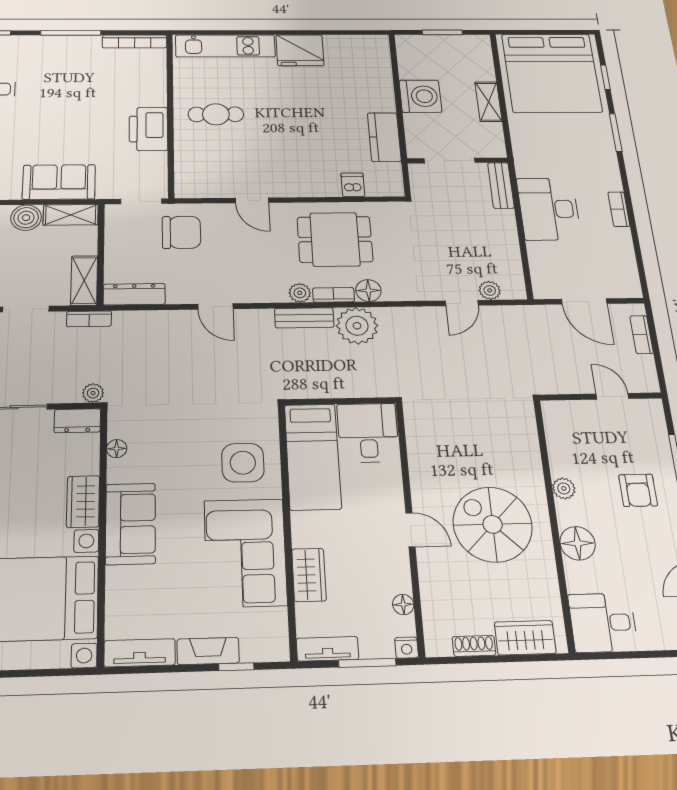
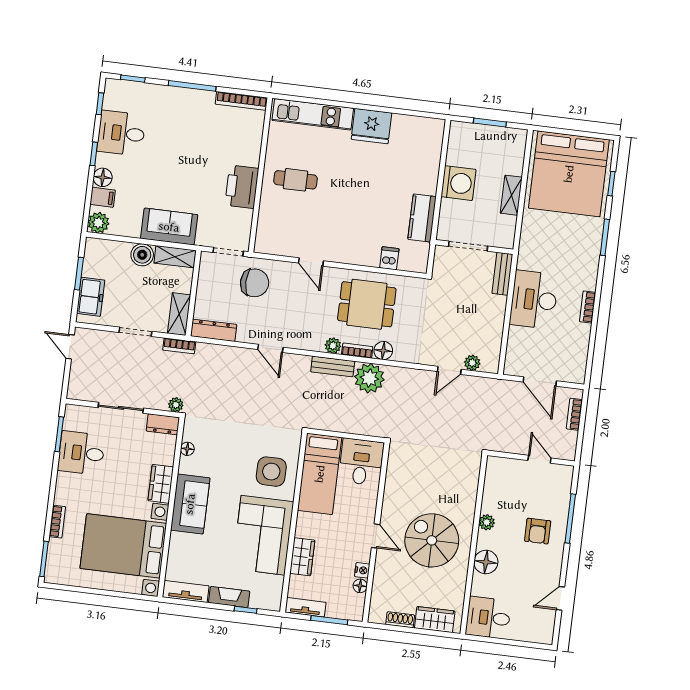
nightstand: (407, 648) -> (362, 570), moved, turned -90

